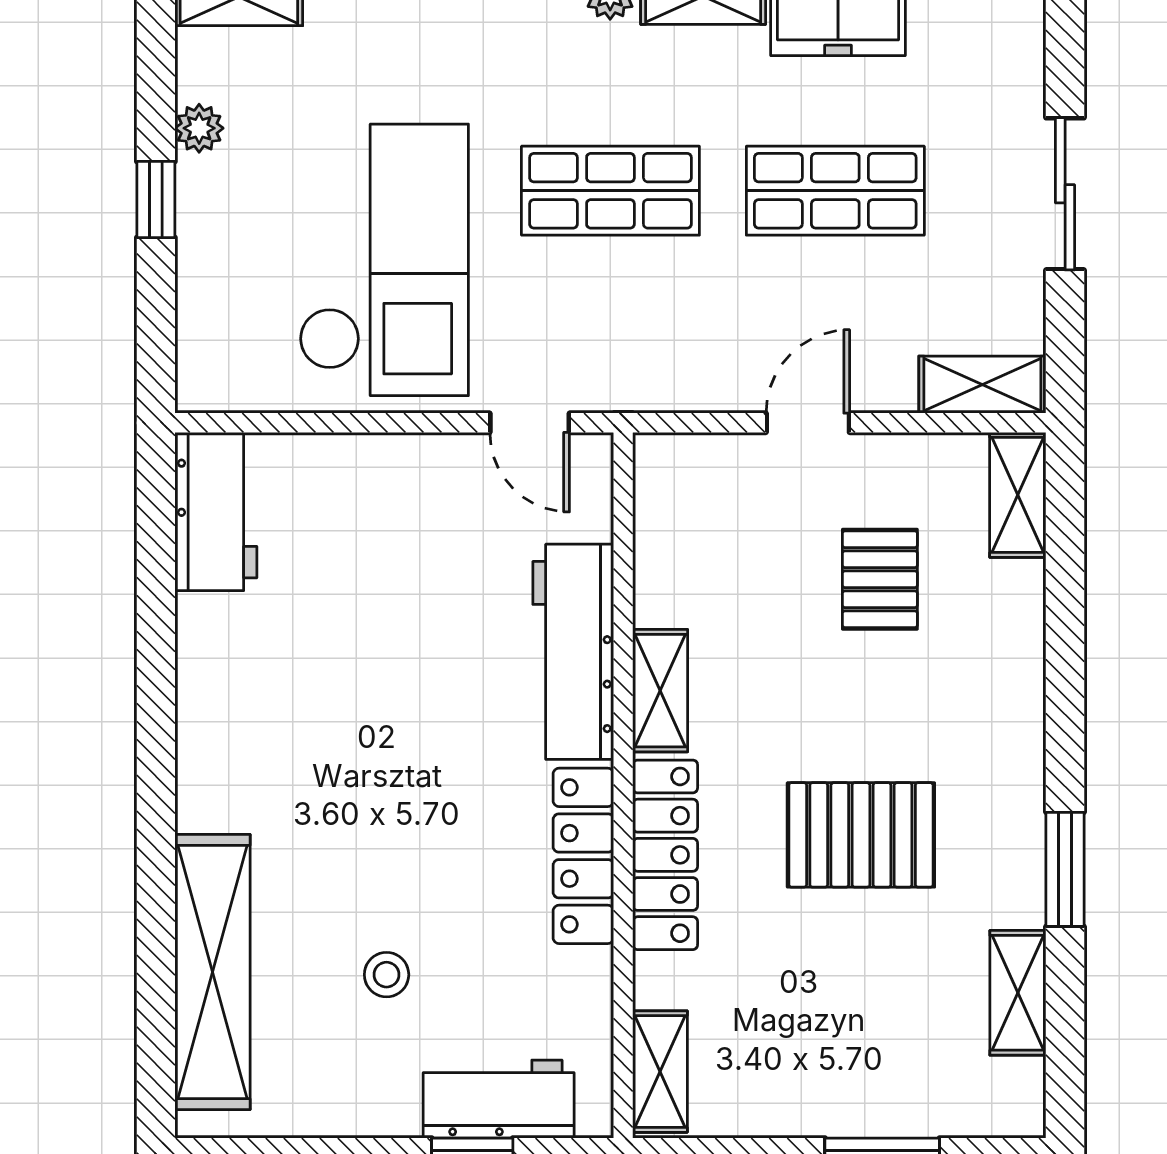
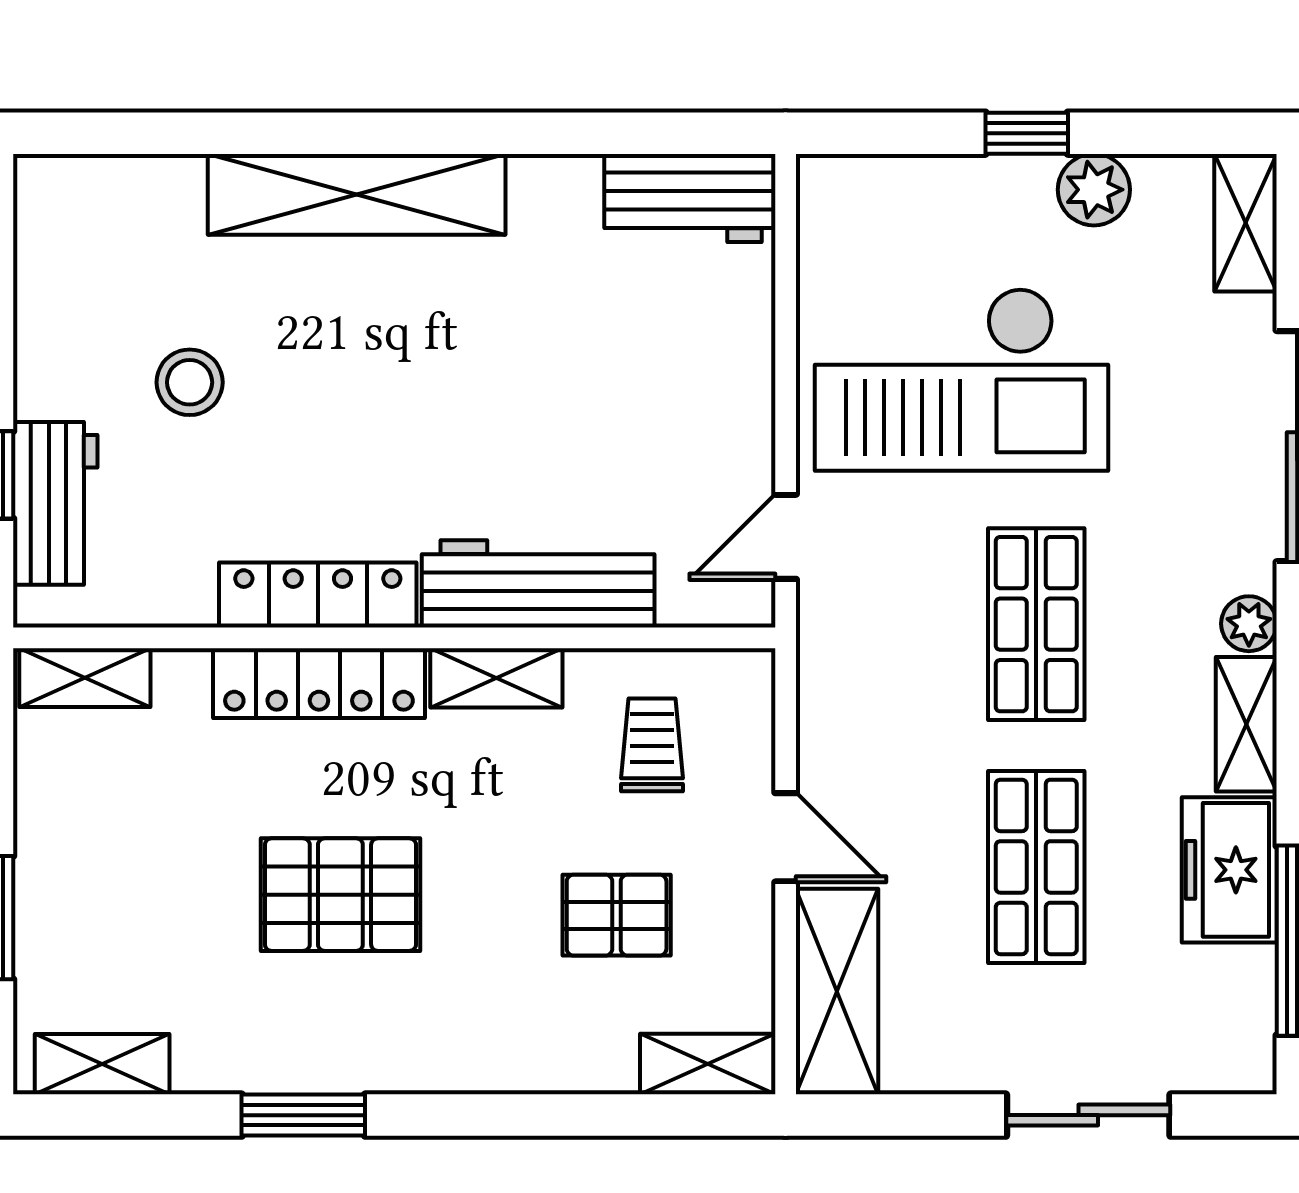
plant: (199, 128) -> (1094, 190), width x1.38, depth x1.38
sliding door: (1065, 194) -> (1088, 1115), moved
shelving: (982, 385) -> (837, 991), width x1.50, depth x1.33
trolley: (722, 546) -> (652, 745), added
pallet: (861, 835) -> (340, 895), turned 90
shelving: (212, 972) -> (357, 194), moved
stool: (387, 975) -> (190, 382), width x1.37, depth x1.37
shelving: (1018, 993) -> (102, 1064), moved

